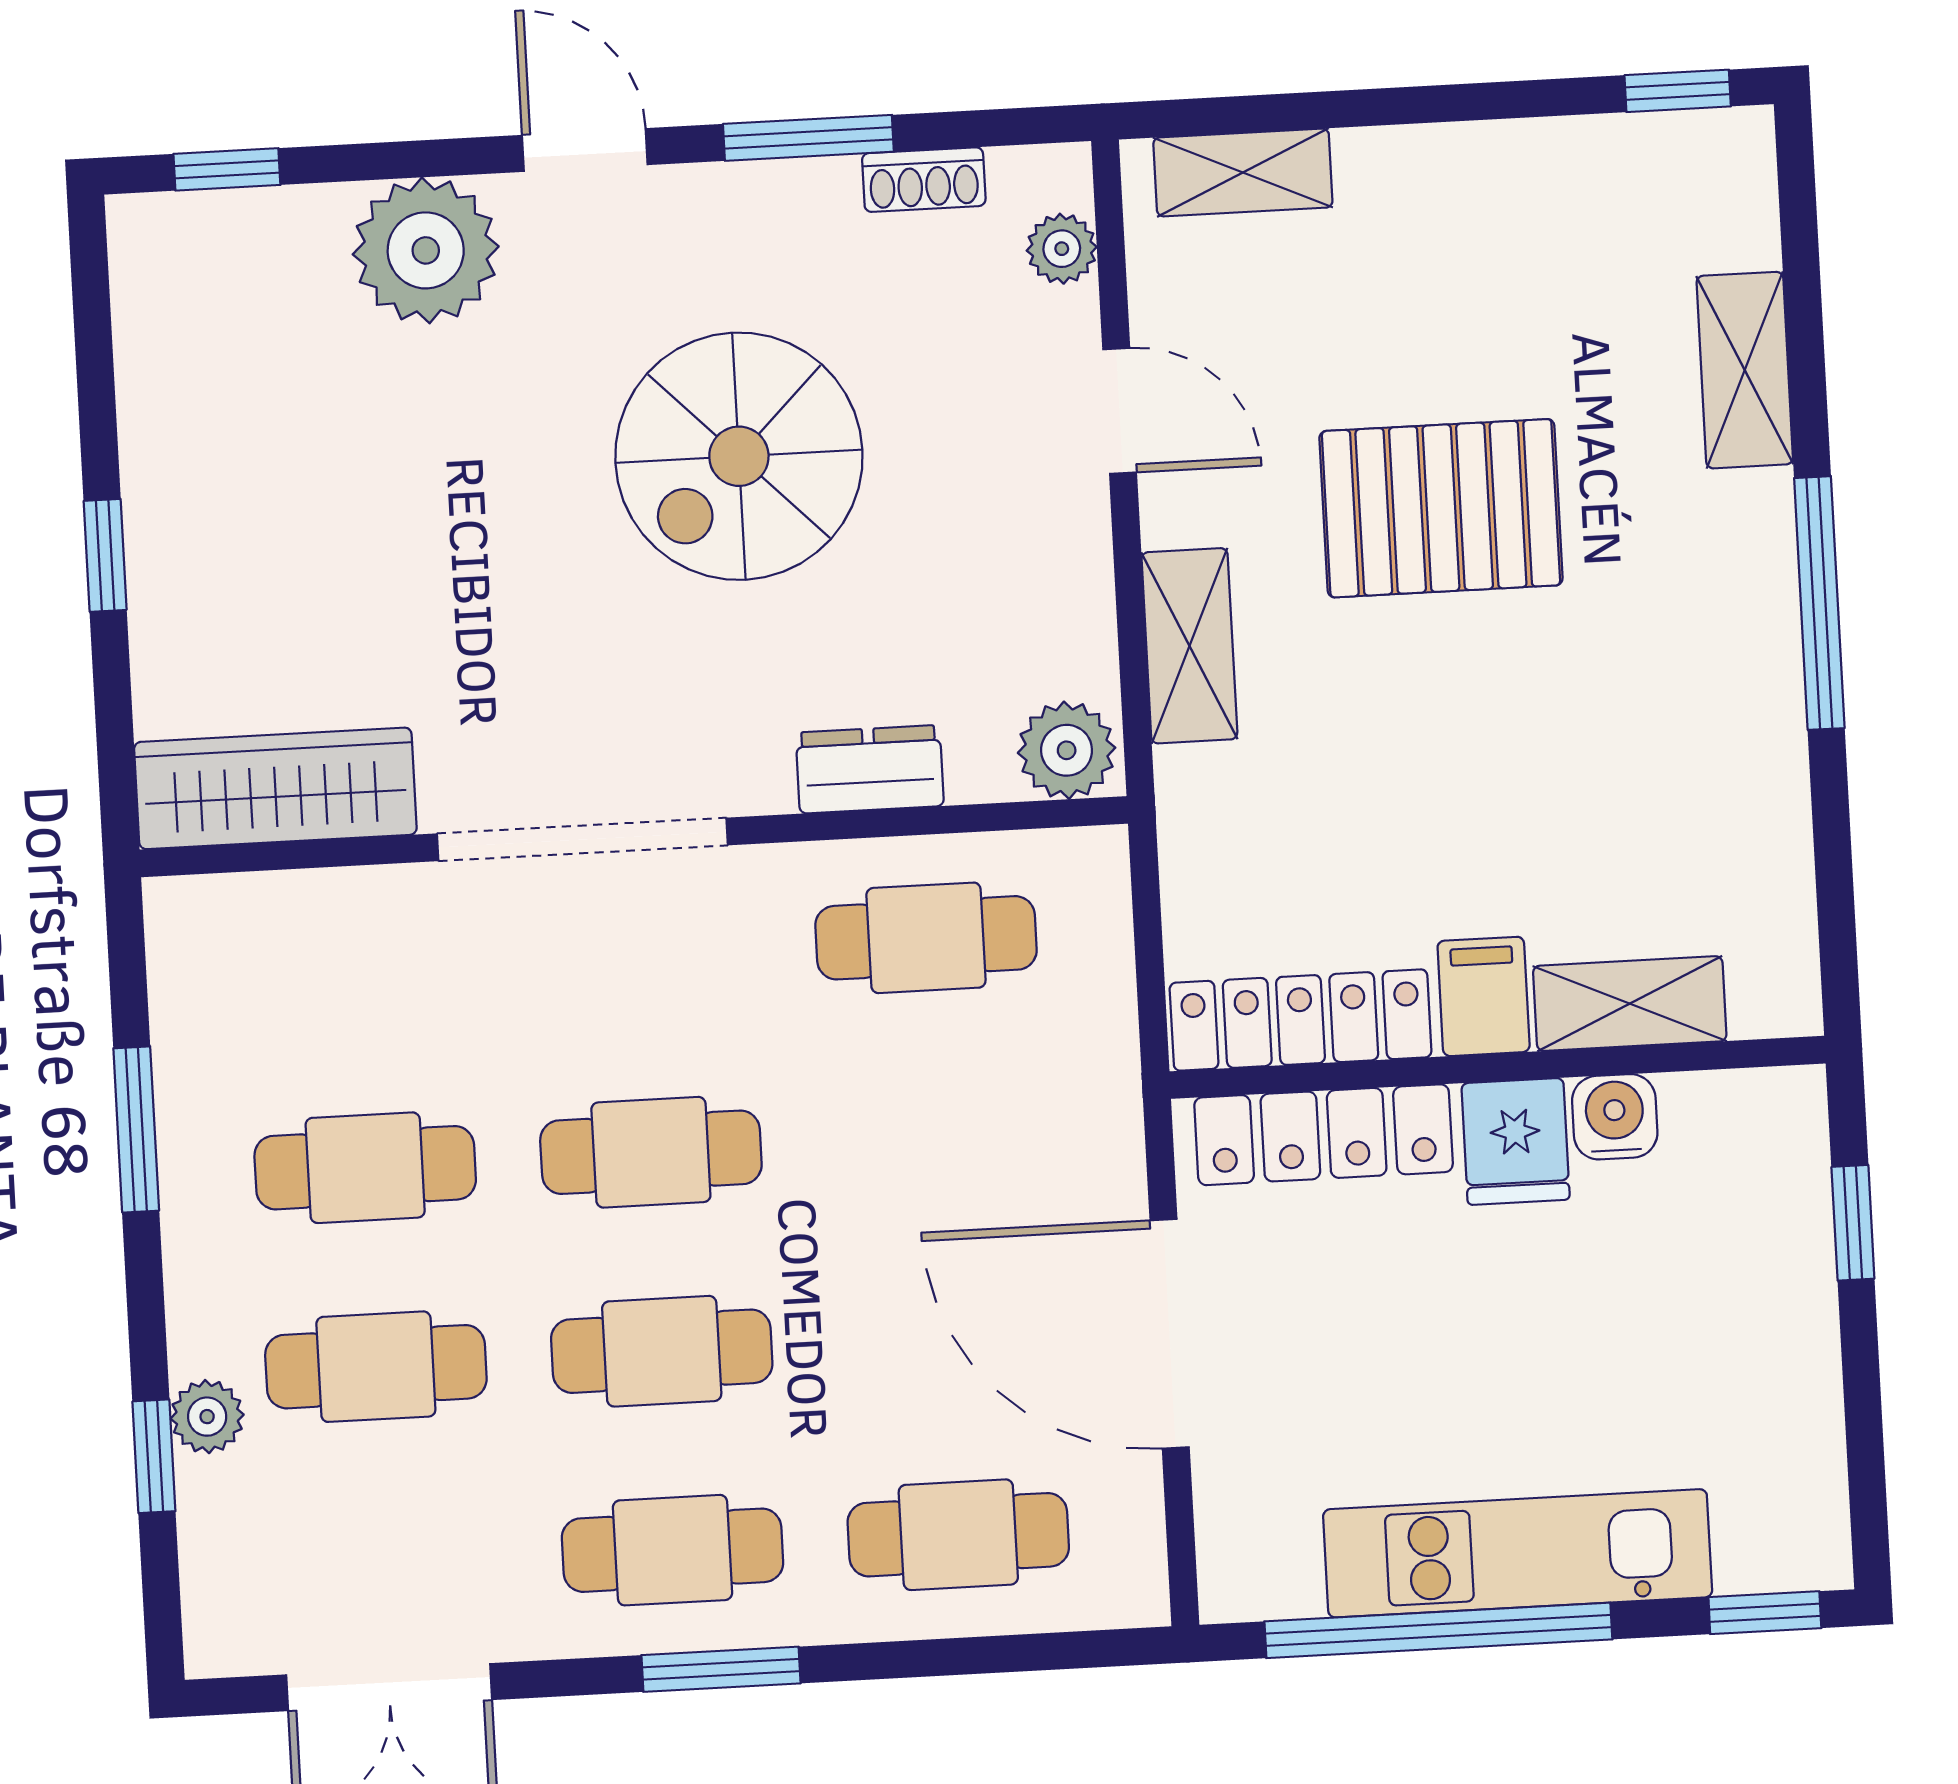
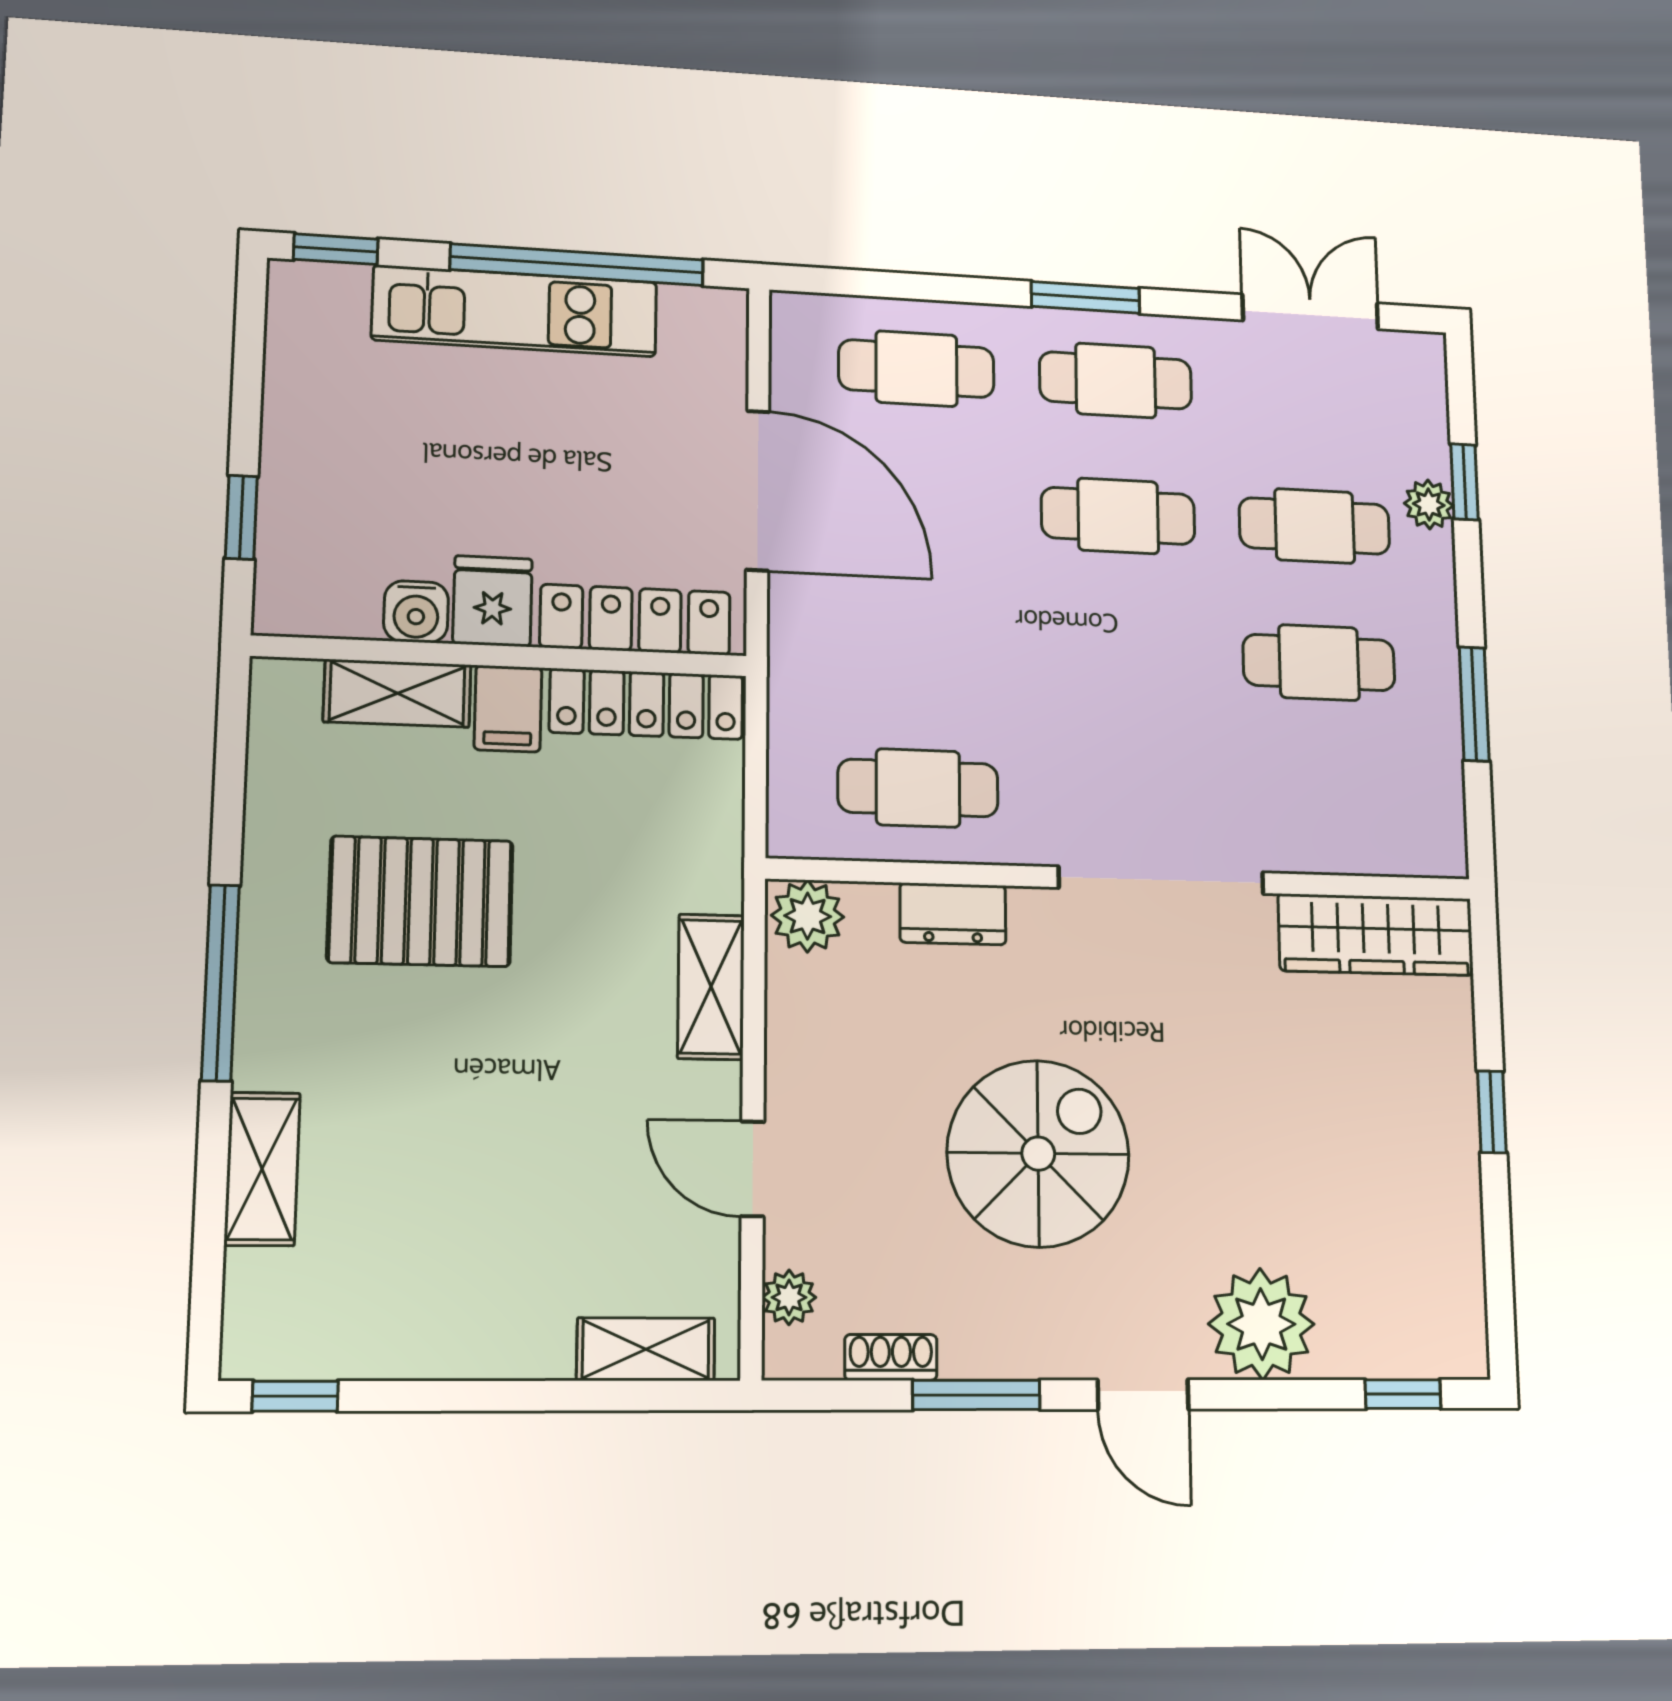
pallet: (1441, 508) -> (420, 901), moved
cafe table: (651, 1152) -> (1121, 654), removed

